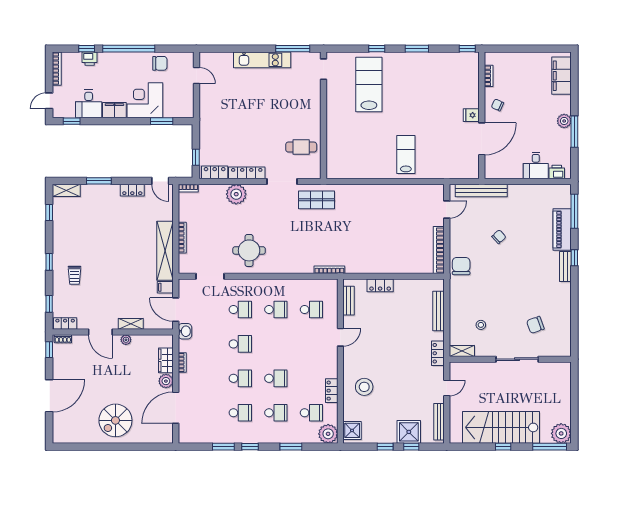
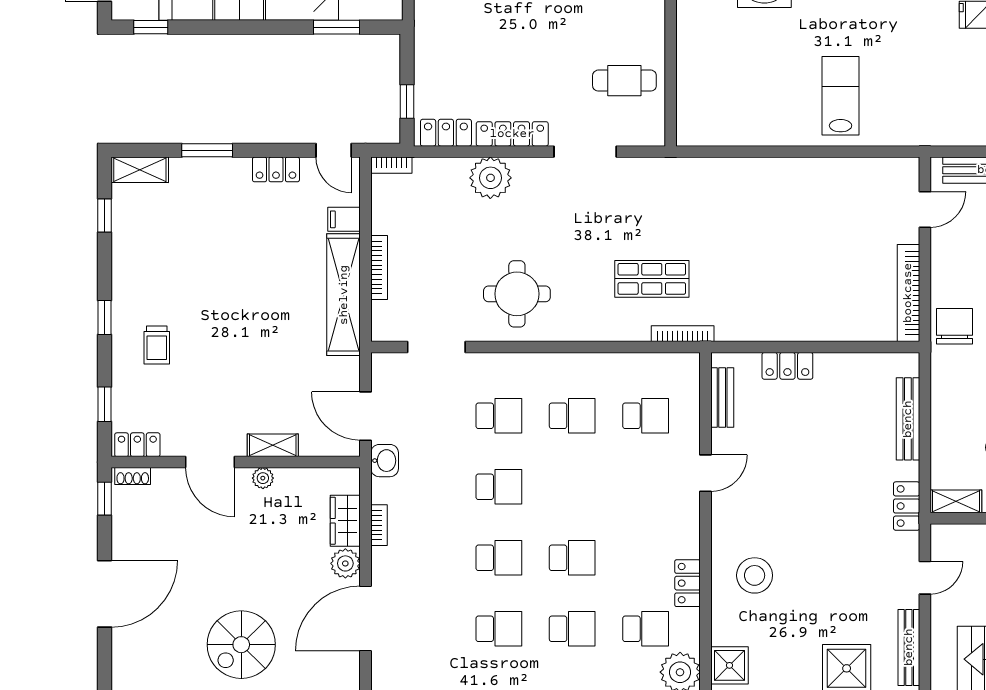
shop shelf: (316, 200) -> (652, 279), moved
filing cabinet: (165, 287) -> (344, 219), moved

